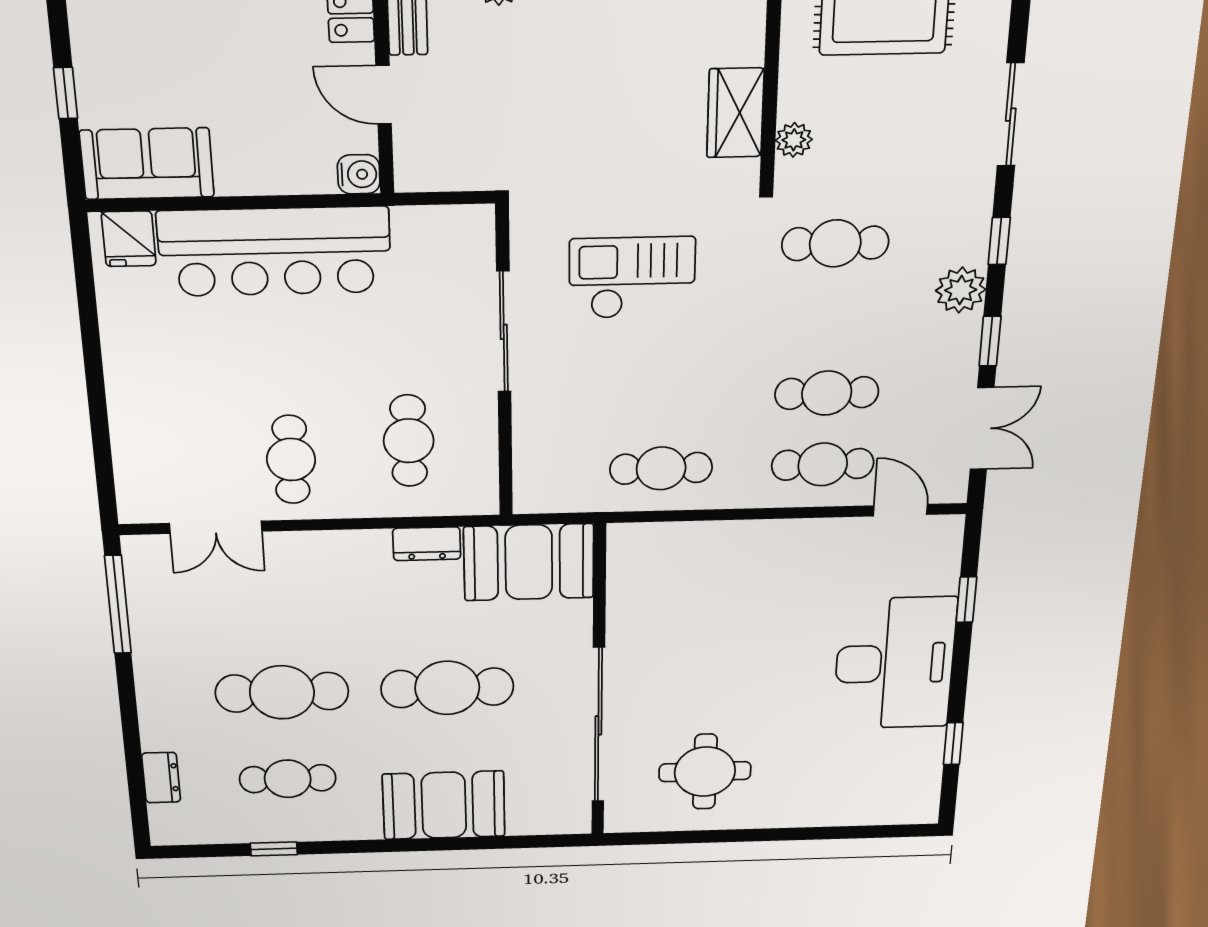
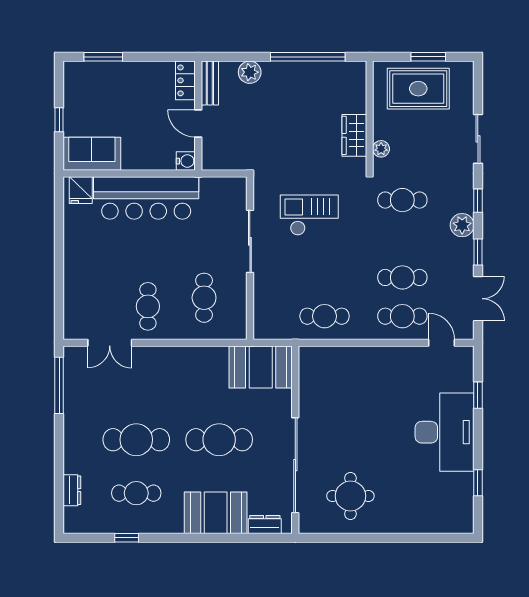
dresser: (427, 544) -> (265, 524), moved, turned 180

